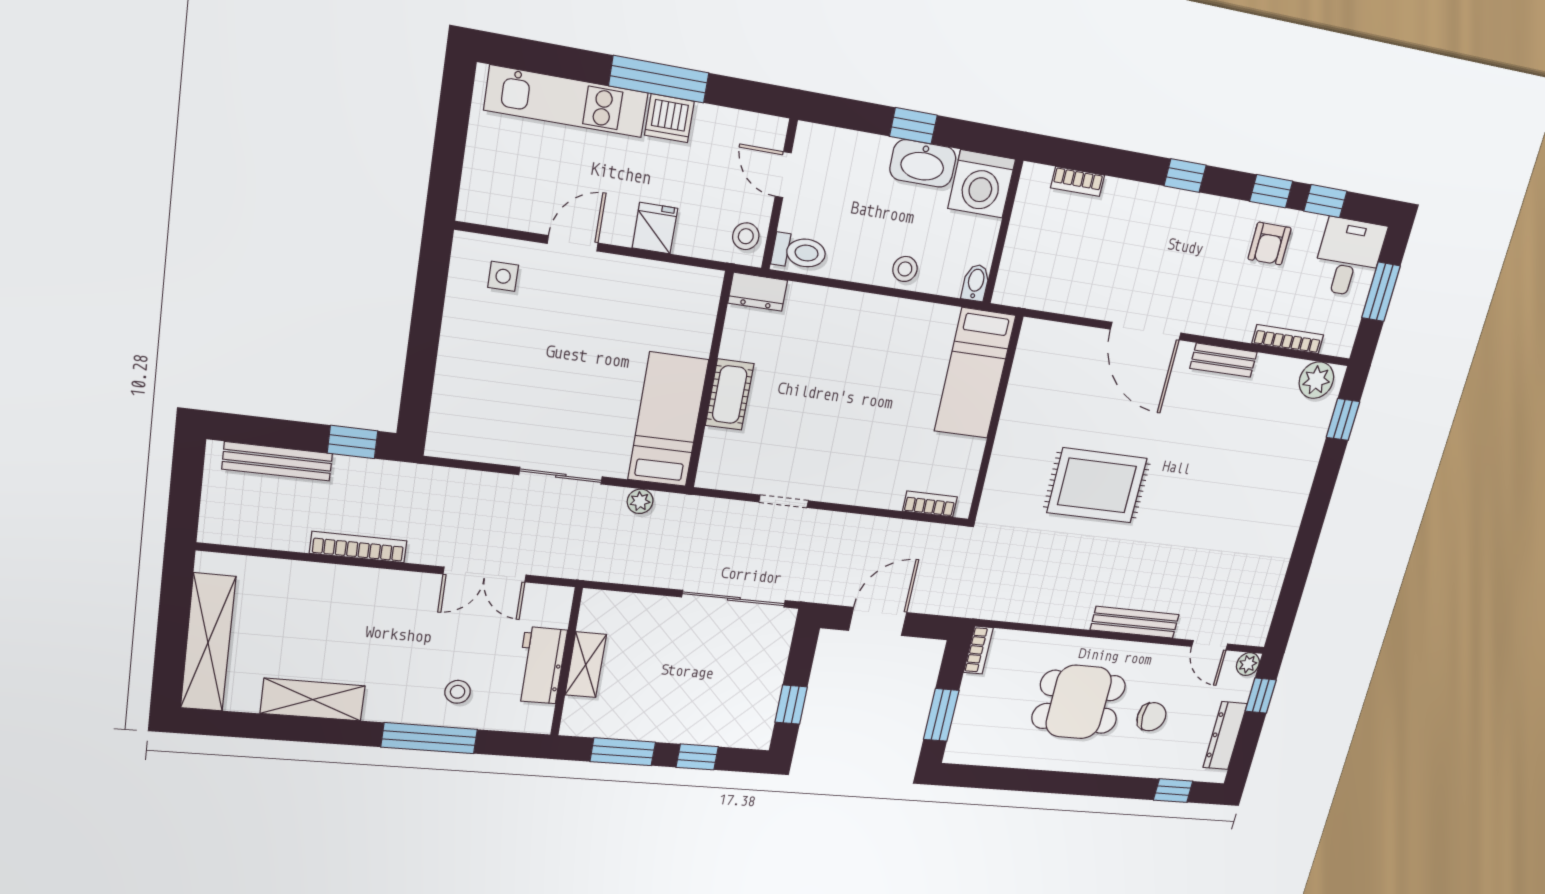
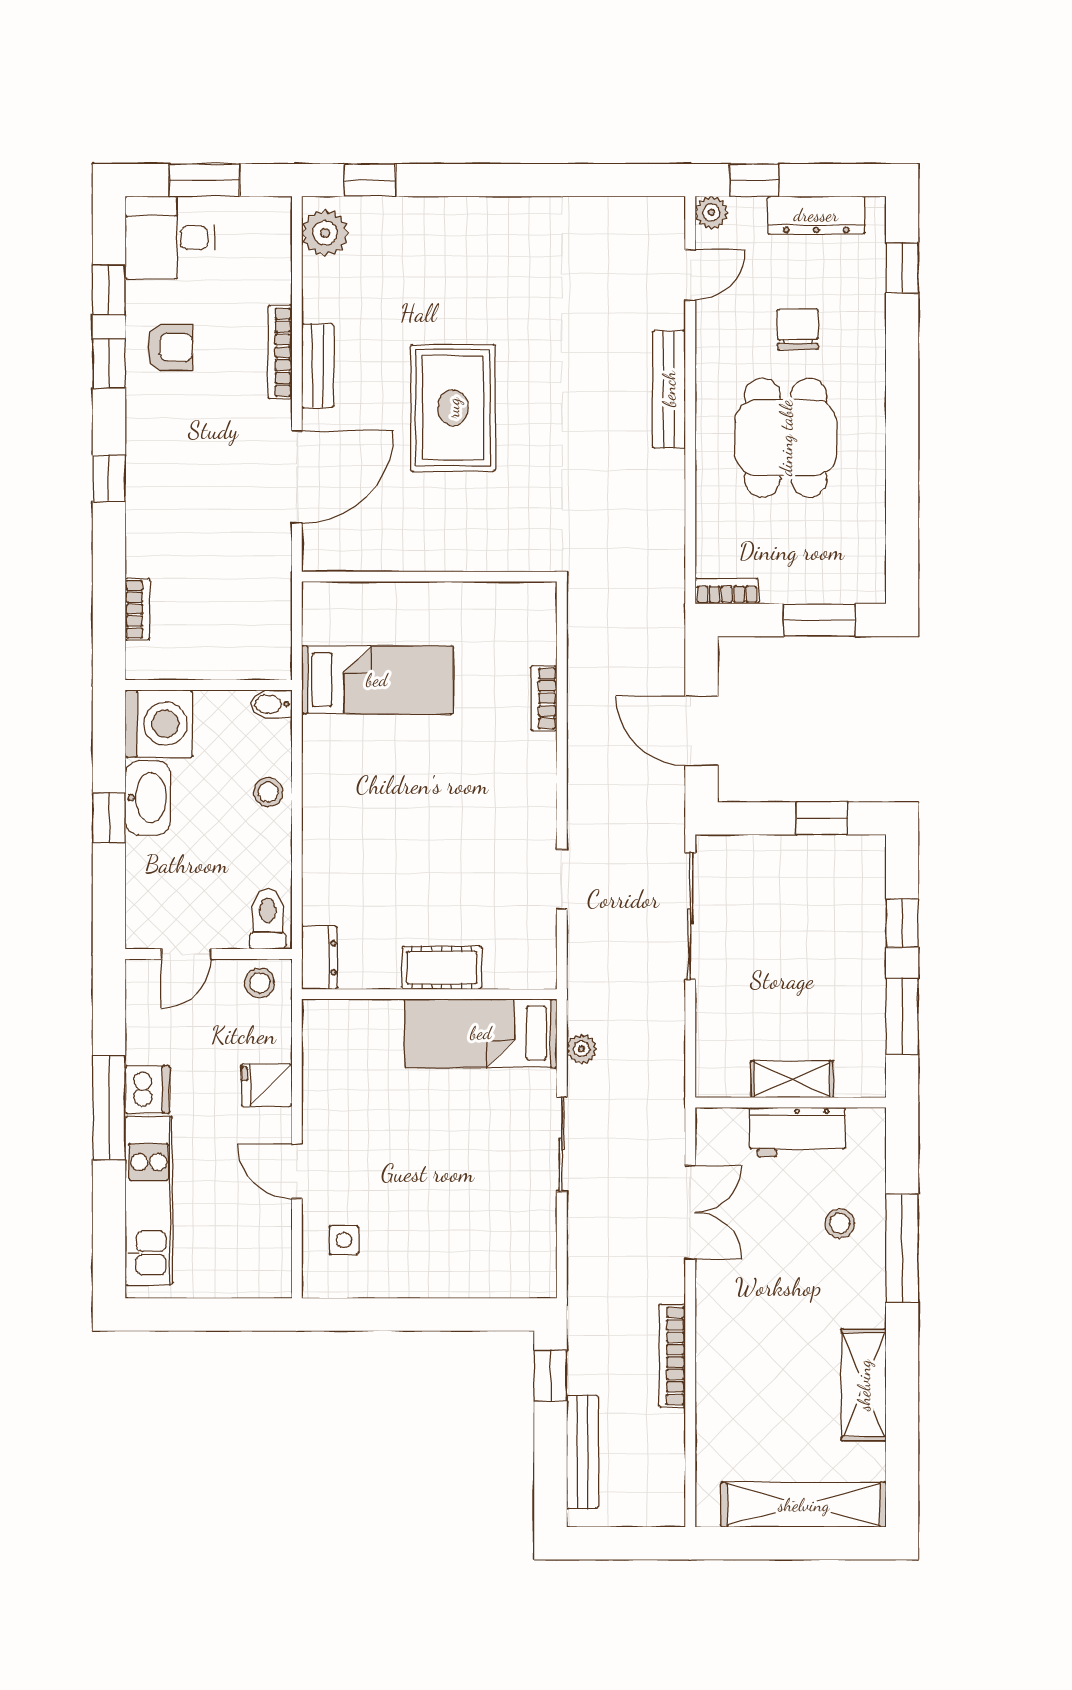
bookcase: (1288, 339) -> (280, 352), moved
wall: (995, 419) -> (429, 577), moved
rug: (1097, 486) -> (453, 408), moved

